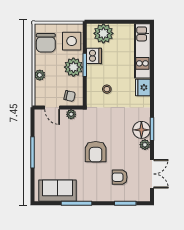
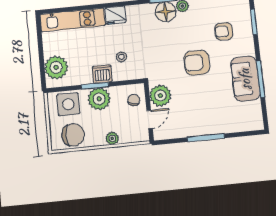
dishwasher: (94, 56) -> (102, 74), moved
plant: (71, 114) -> (160, 96), width x1.88, depth x1.88
armchair: (96, 152) -> (197, 63), turned 180
armchair: (120, 177) -> (224, 31), turned 90
sofa: (57, 191) -> (245, 79), moved

